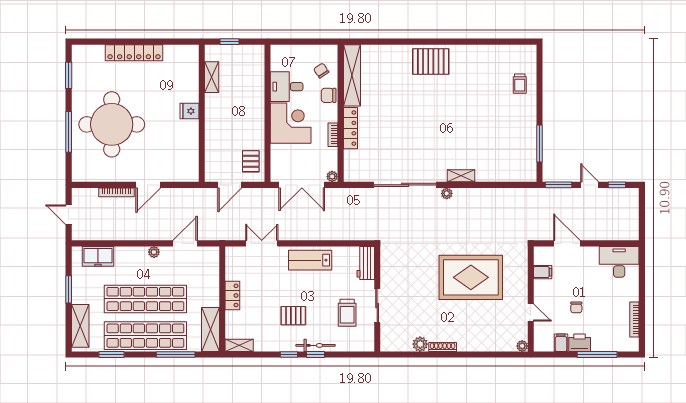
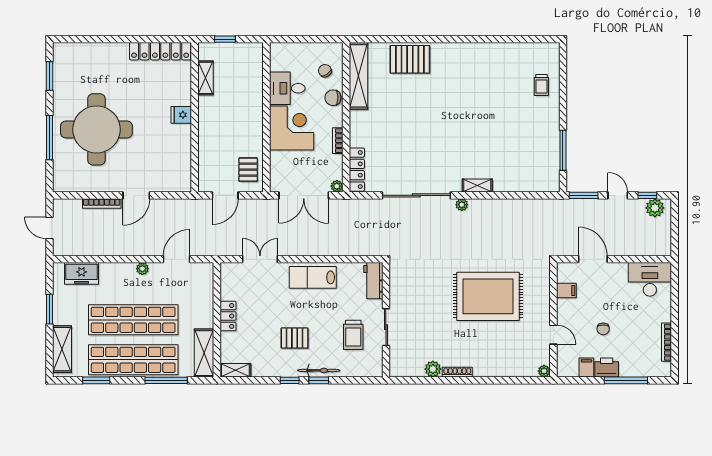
locker: (134, 53) -> (160, 51), moved
pallet: (431, 62) -> (410, 59), moved
locker: (350, 128) -> (357, 170), moved
plant: (624, 196) -> (655, 208), added

